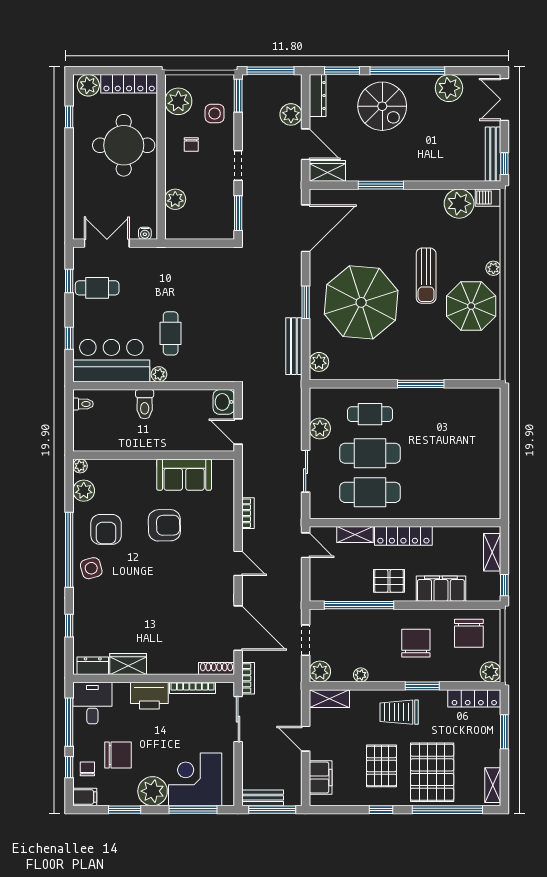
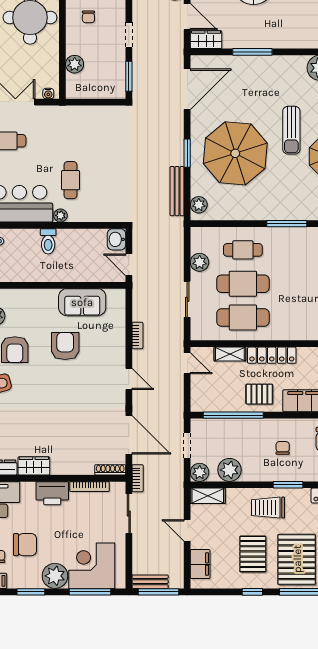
armchair: (164, 525) -> (65, 346), turned -89
chair: (416, 643) -> (283, 448), width x0.54, depth x0.54
plant: (361, 675) -> (230, 470), width x1.87, depth x1.87

